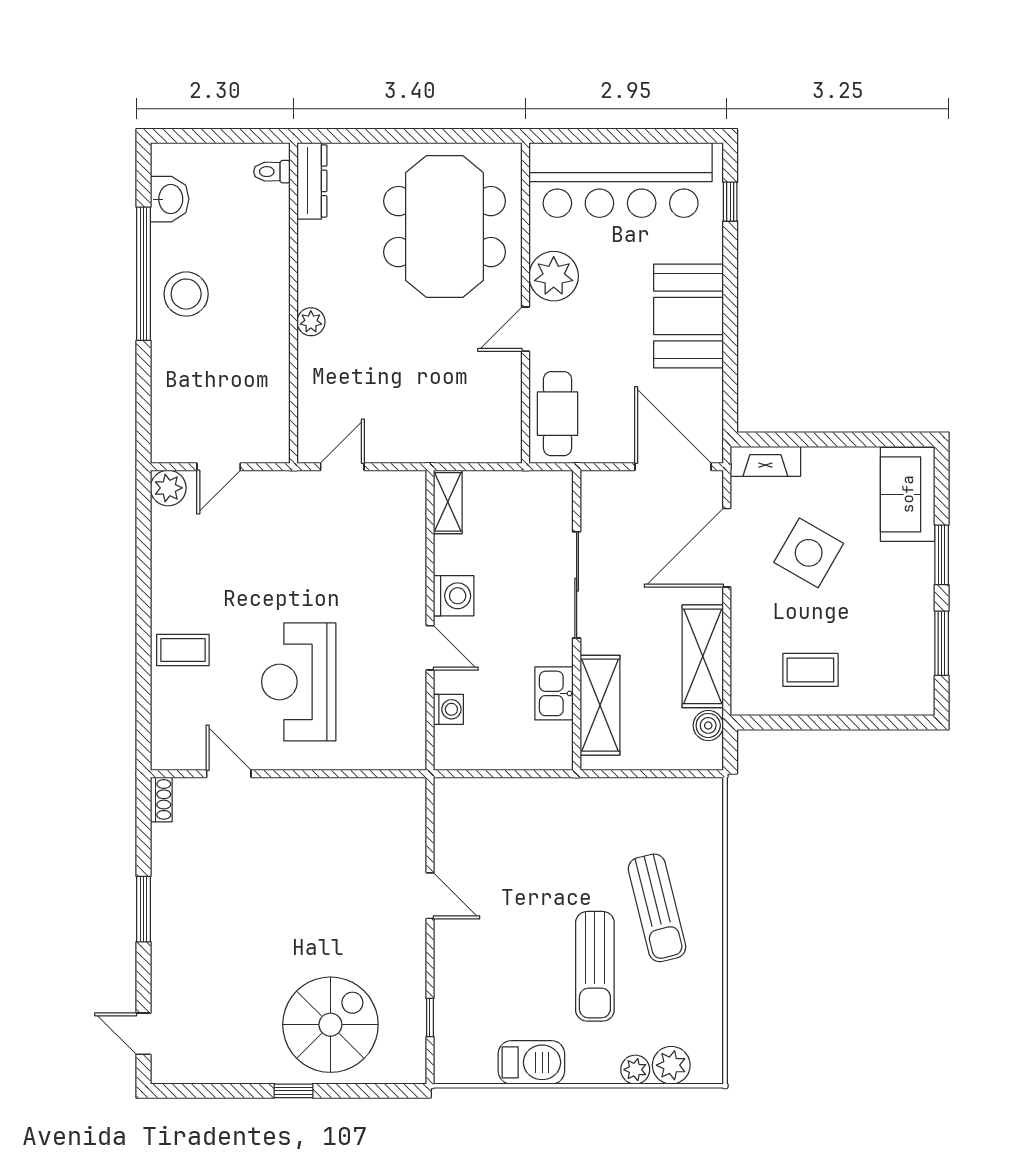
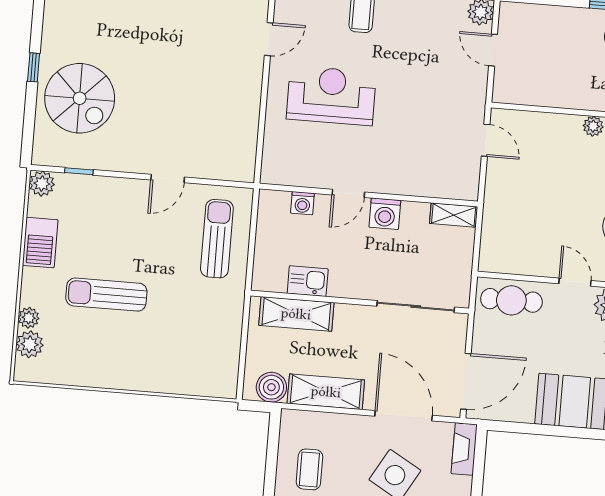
sliding door: (577, 585) -> (416, 307), moved
boiler: (708, 725) -> (271, 387), width x1.36, depth x1.36
sun lounger: (657, 908) -> (217, 239), moved, turned 104
plant: (451, 1067) -> (42, 184), added

